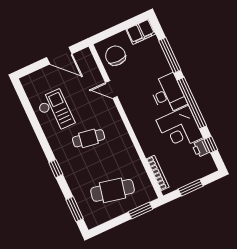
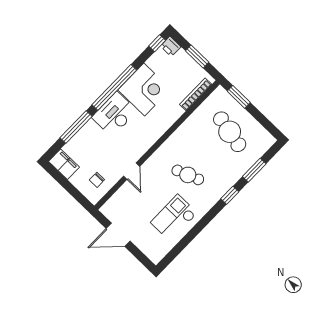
door: (59, 56) -> (118, 235), swing flipped
chair: (116, 56) -> (97, 180), width x0.54, depth x0.54
cafe table: (89, 138) -> (188, 175), turned -30
window: (211, 145) -> (157, 43), moved
printer: (201, 148) -> (171, 46), moved, turned 90
window: (75, 209) -> (254, 170), moved

